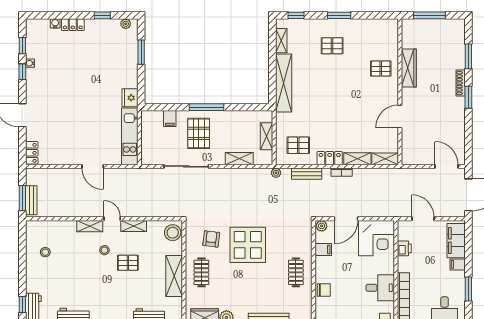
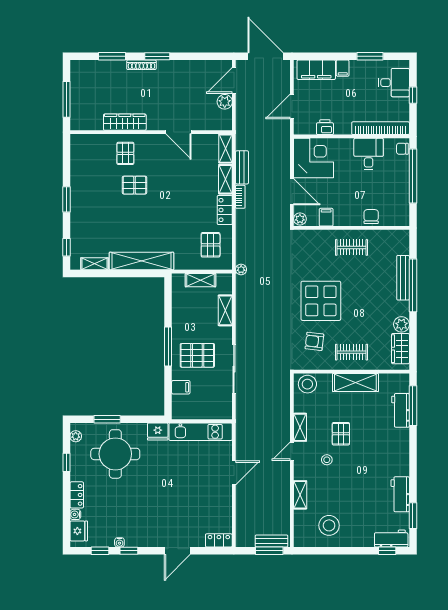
fridge: (40, 27) -> (79, 531), added
pallet: (332, 46) -> (134, 185), moved, turned 90
round table: (110, 59) -> (115, 454), added
plant: (427, 158) -> (225, 102), added
bench: (307, 174) -> (242, 167), moved
shelving: (90, 226) -> (300, 495), moved
stool: (45, 252) -> (329, 525), width x1.89, depth x1.89

